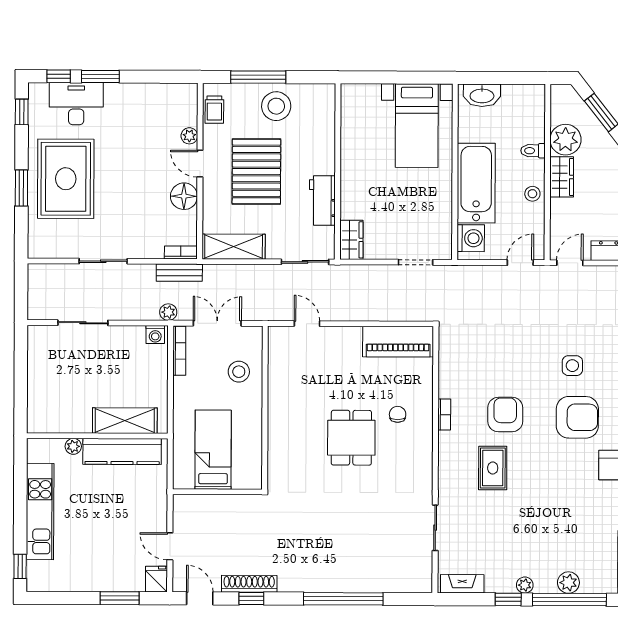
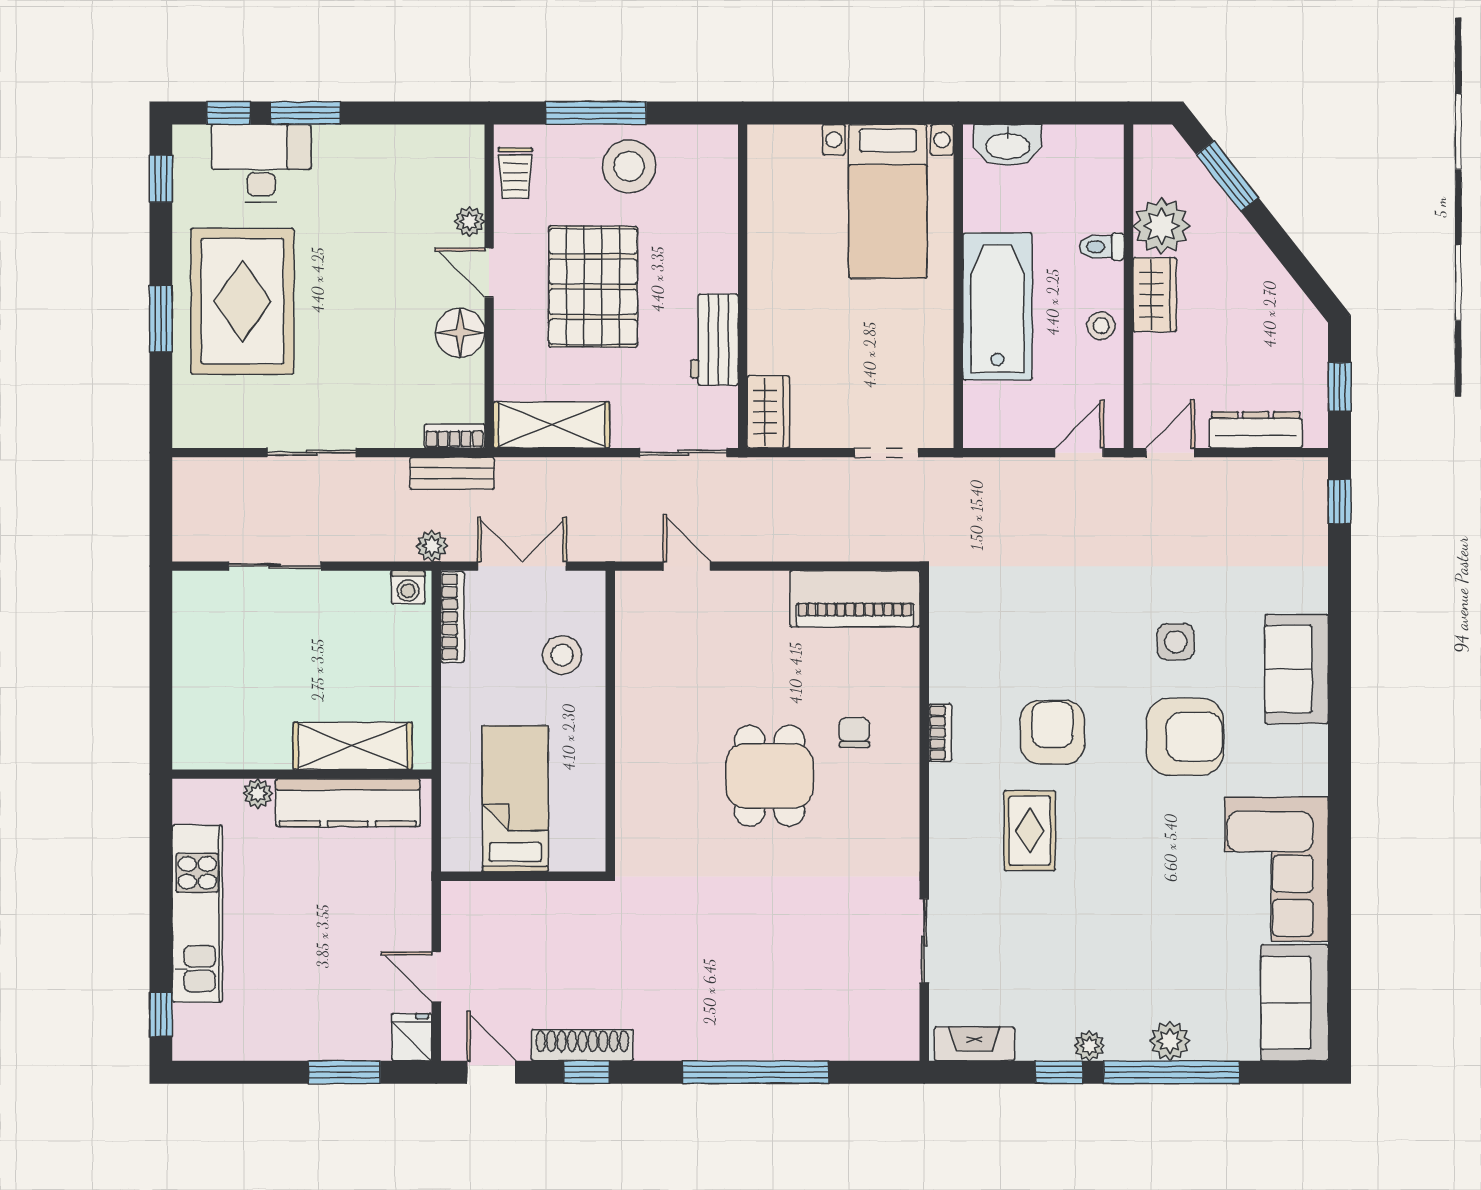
washing machine: (471, 238) -> (988, 408), removed

